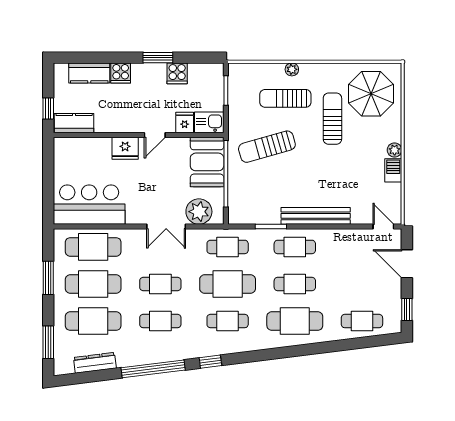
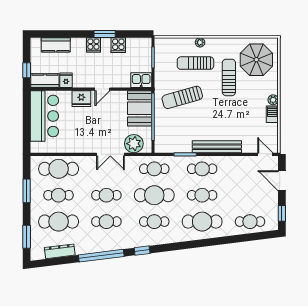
cooker: (121, 73) -> (93, 45), moved
fridge: (185, 123) -> (66, 80), moved
bar counter: (89, 205) -> (44, 116), moved, turned 90
cafe table: (93, 284) -> (59, 195), width x0.73, depth x0.74

